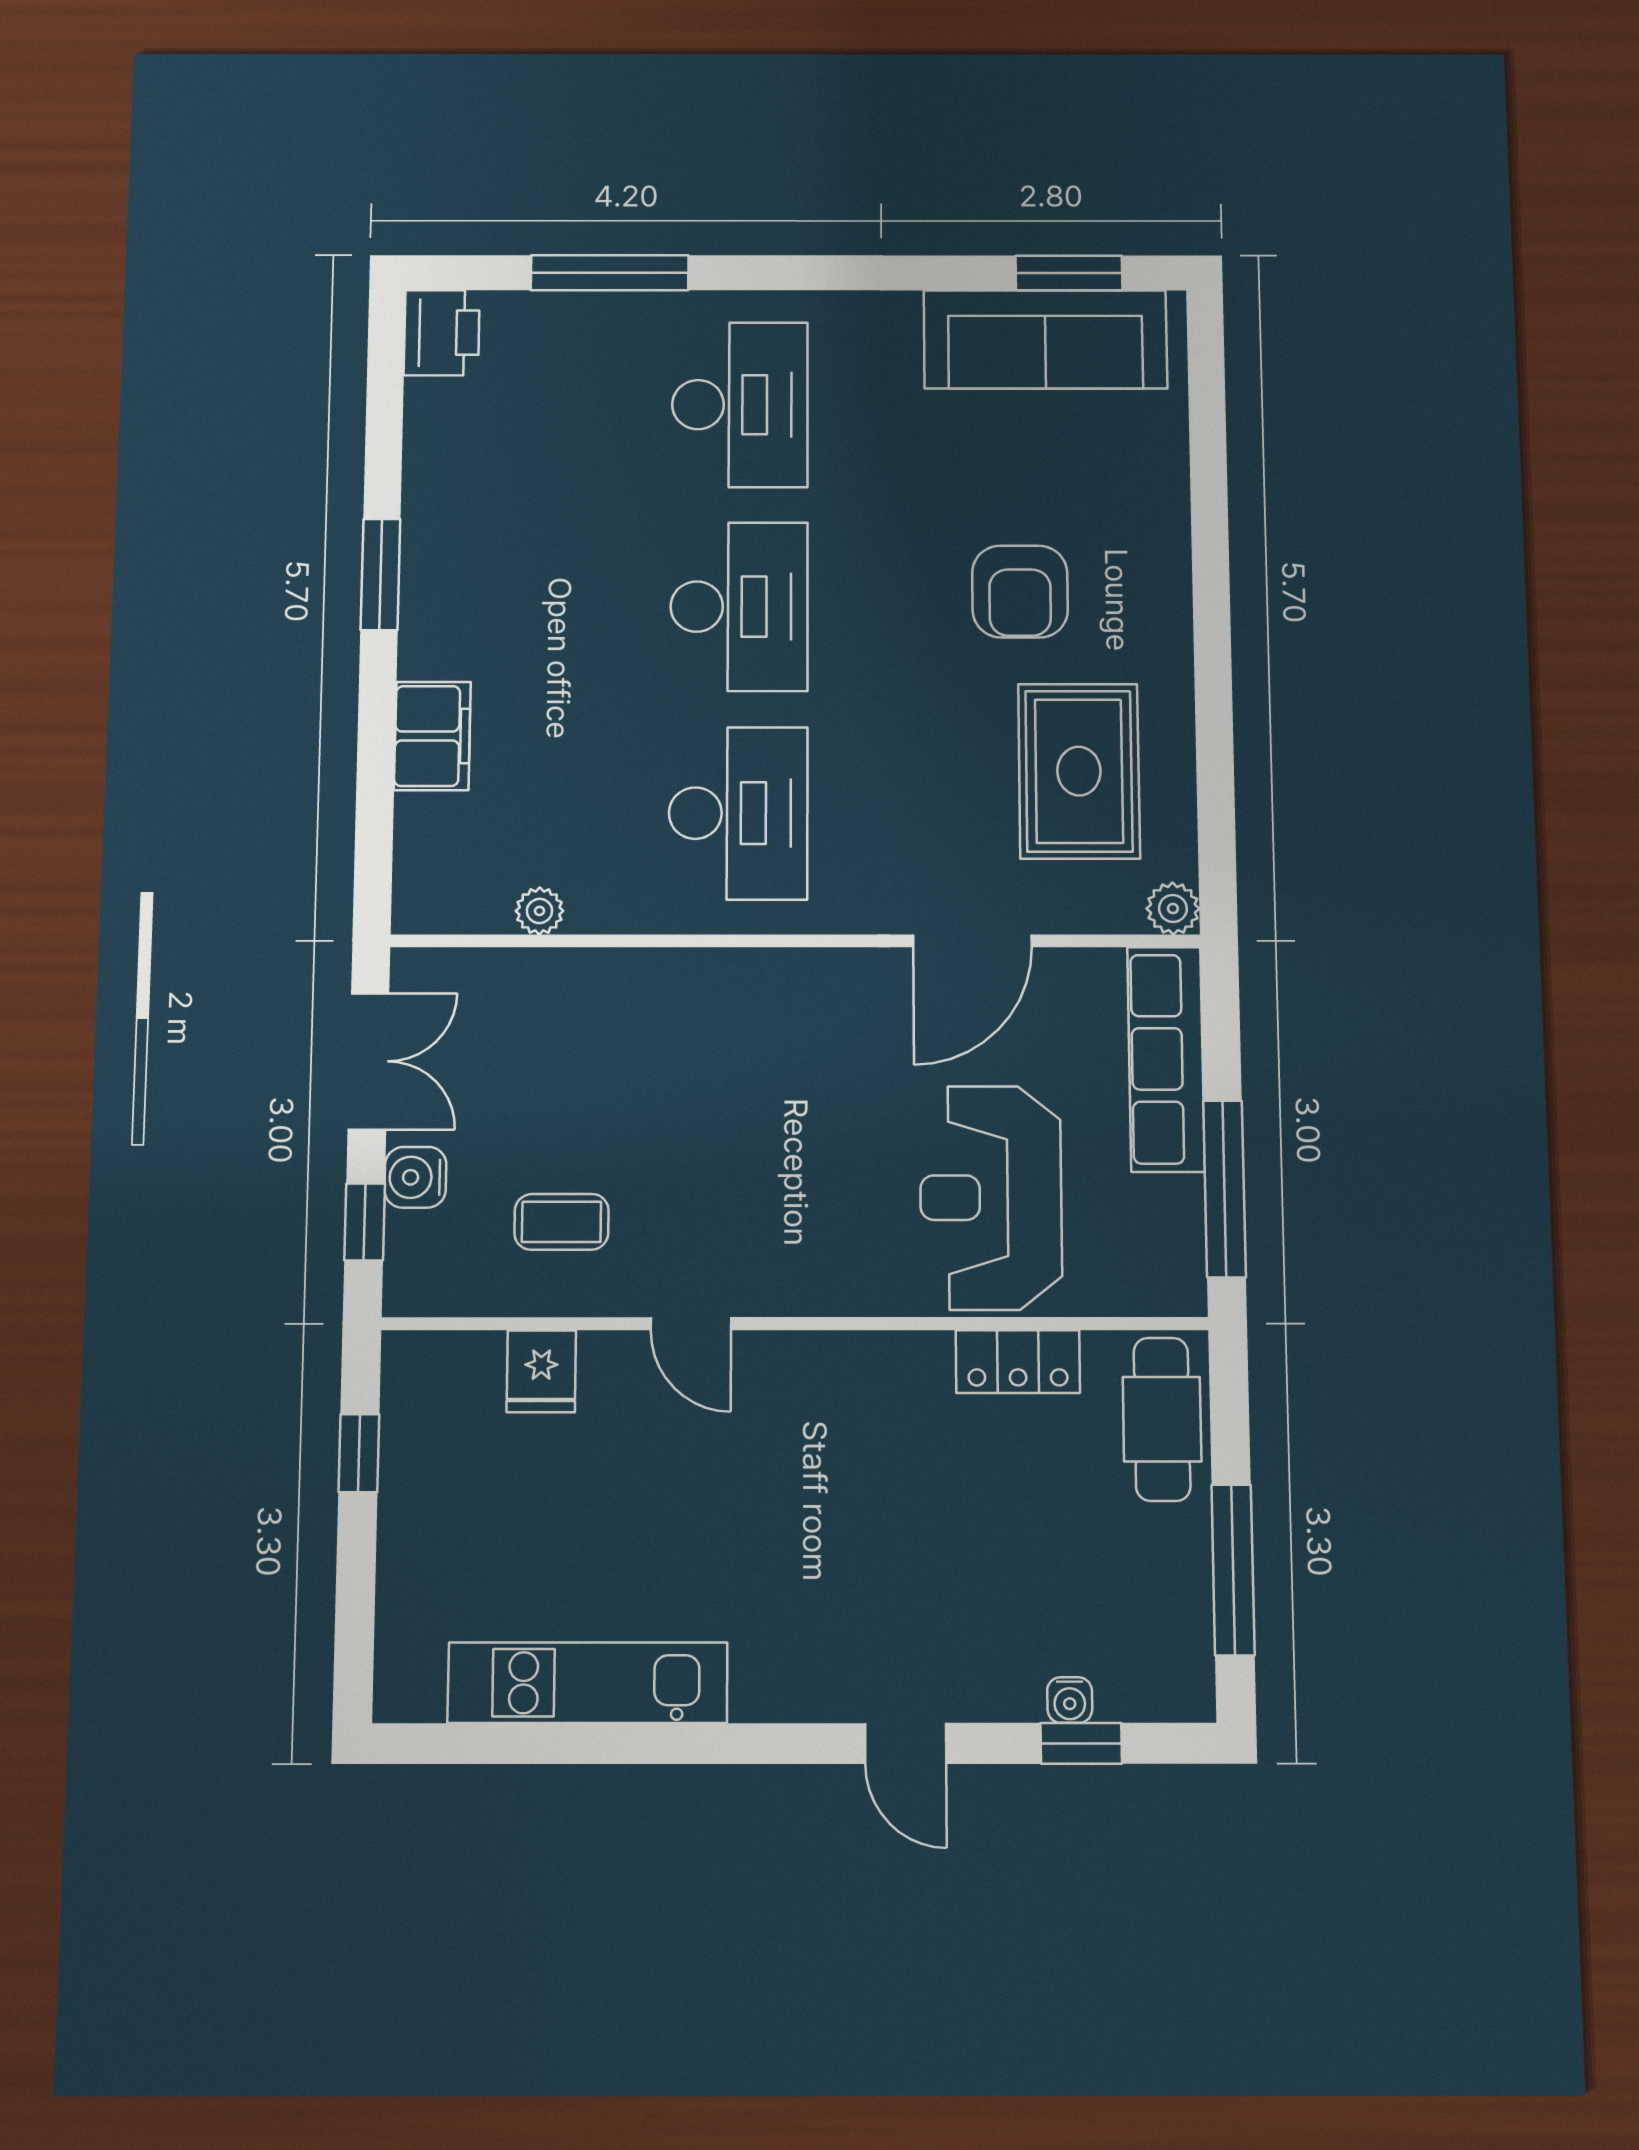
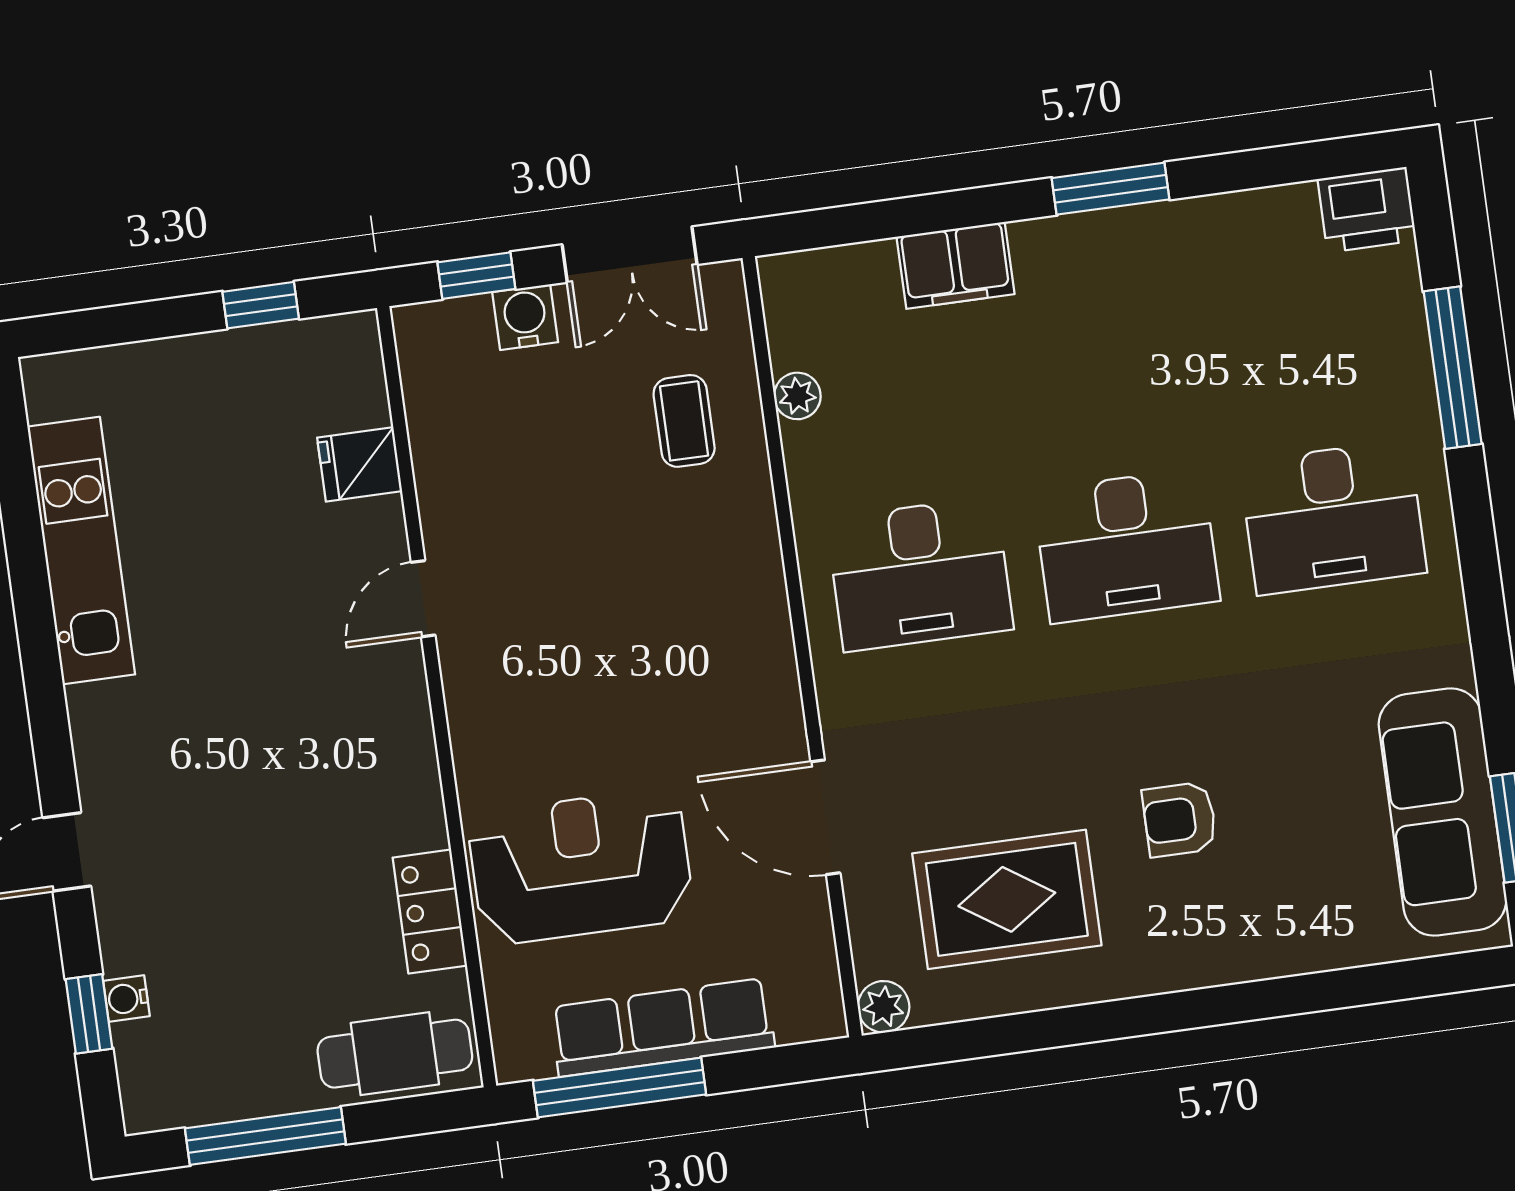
armchair: (1020, 591) -> (1179, 819), width x0.72, depth x0.72
row of seats: (1166, 1059) -> (662, 1027), moved
coffee table: (561, 1222) -> (684, 421), moved

